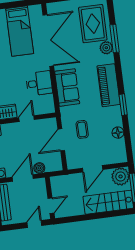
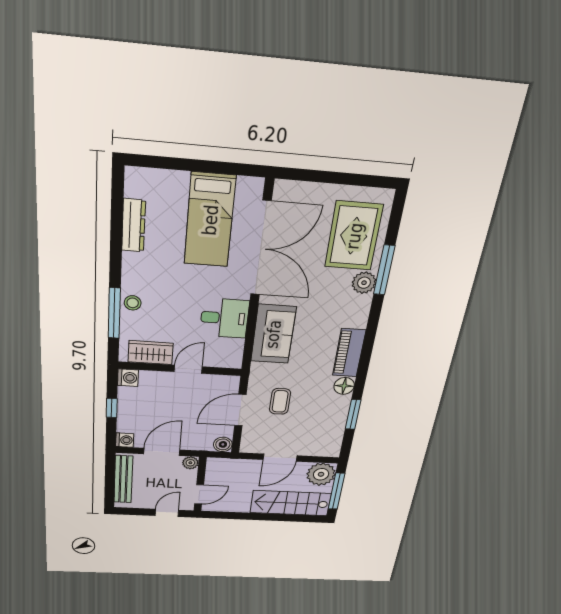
piano: (109, 85) -> (349, 353), width x0.73, depth x0.75
window: (123, 105) -> (353, 414), moved
floor lamp: (118, 133) -> (344, 386), moved
boiler: (39, 168) -> (223, 444), moved
plant: (41, 183) -> (190, 463), added

